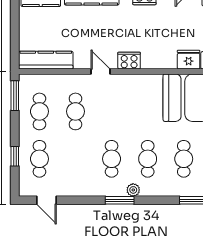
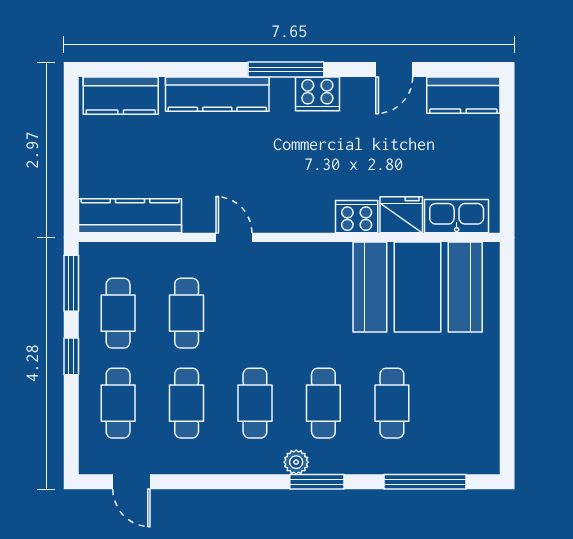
cooker: (129, 61) -> (357, 217), moved
window: (15, 156) -> (71, 356), moved
cafe table: (75, 159) -> (187, 403), added
window: (120, 200) -> (317, 482), moved

